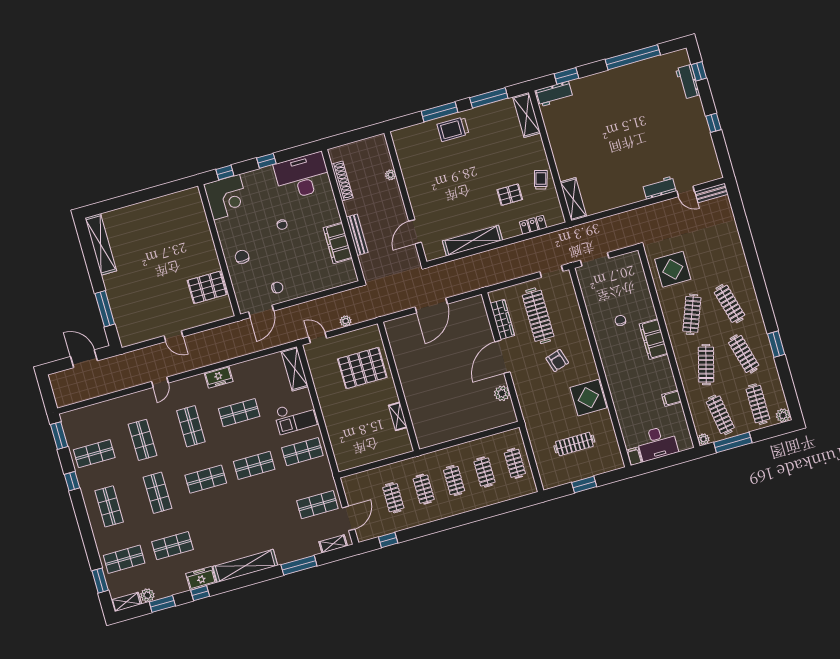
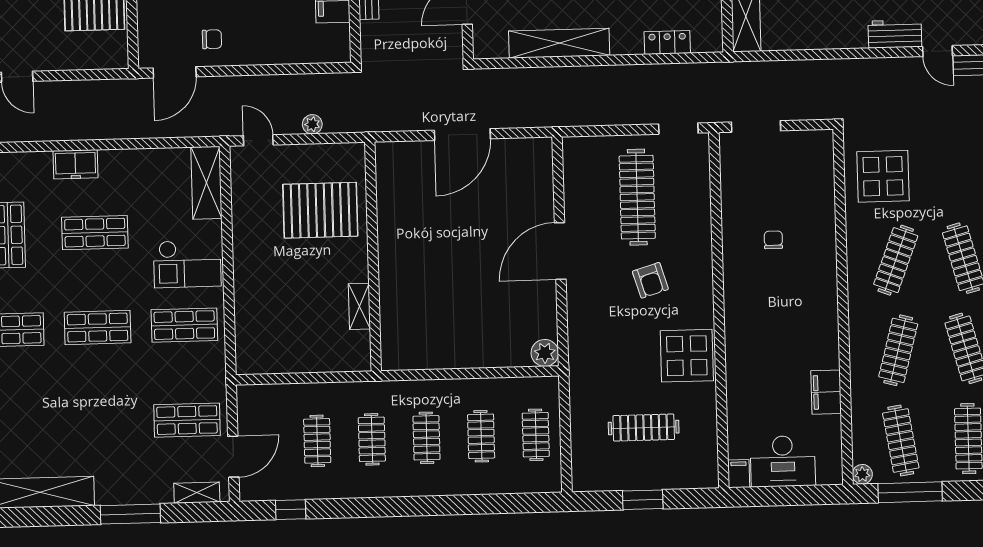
wardrobe: (502, 319) -> (576, 188), removed
filing cabinet: (654, 339) -> (821, 285), removed
plant: (502, 393) -> (545, 353), moved
filing cabinet: (672, 398) -> (826, 392), width x2.00

